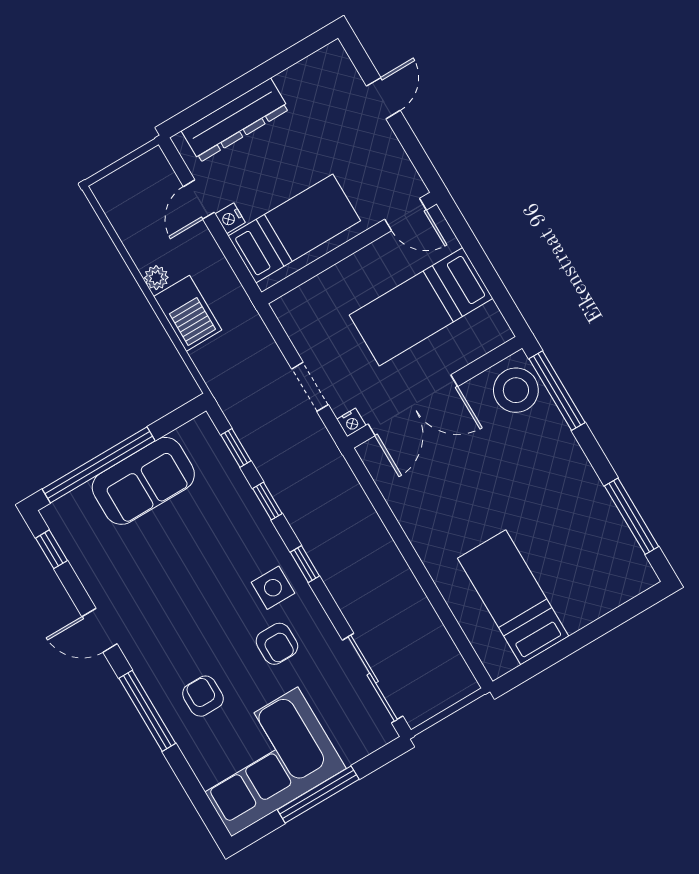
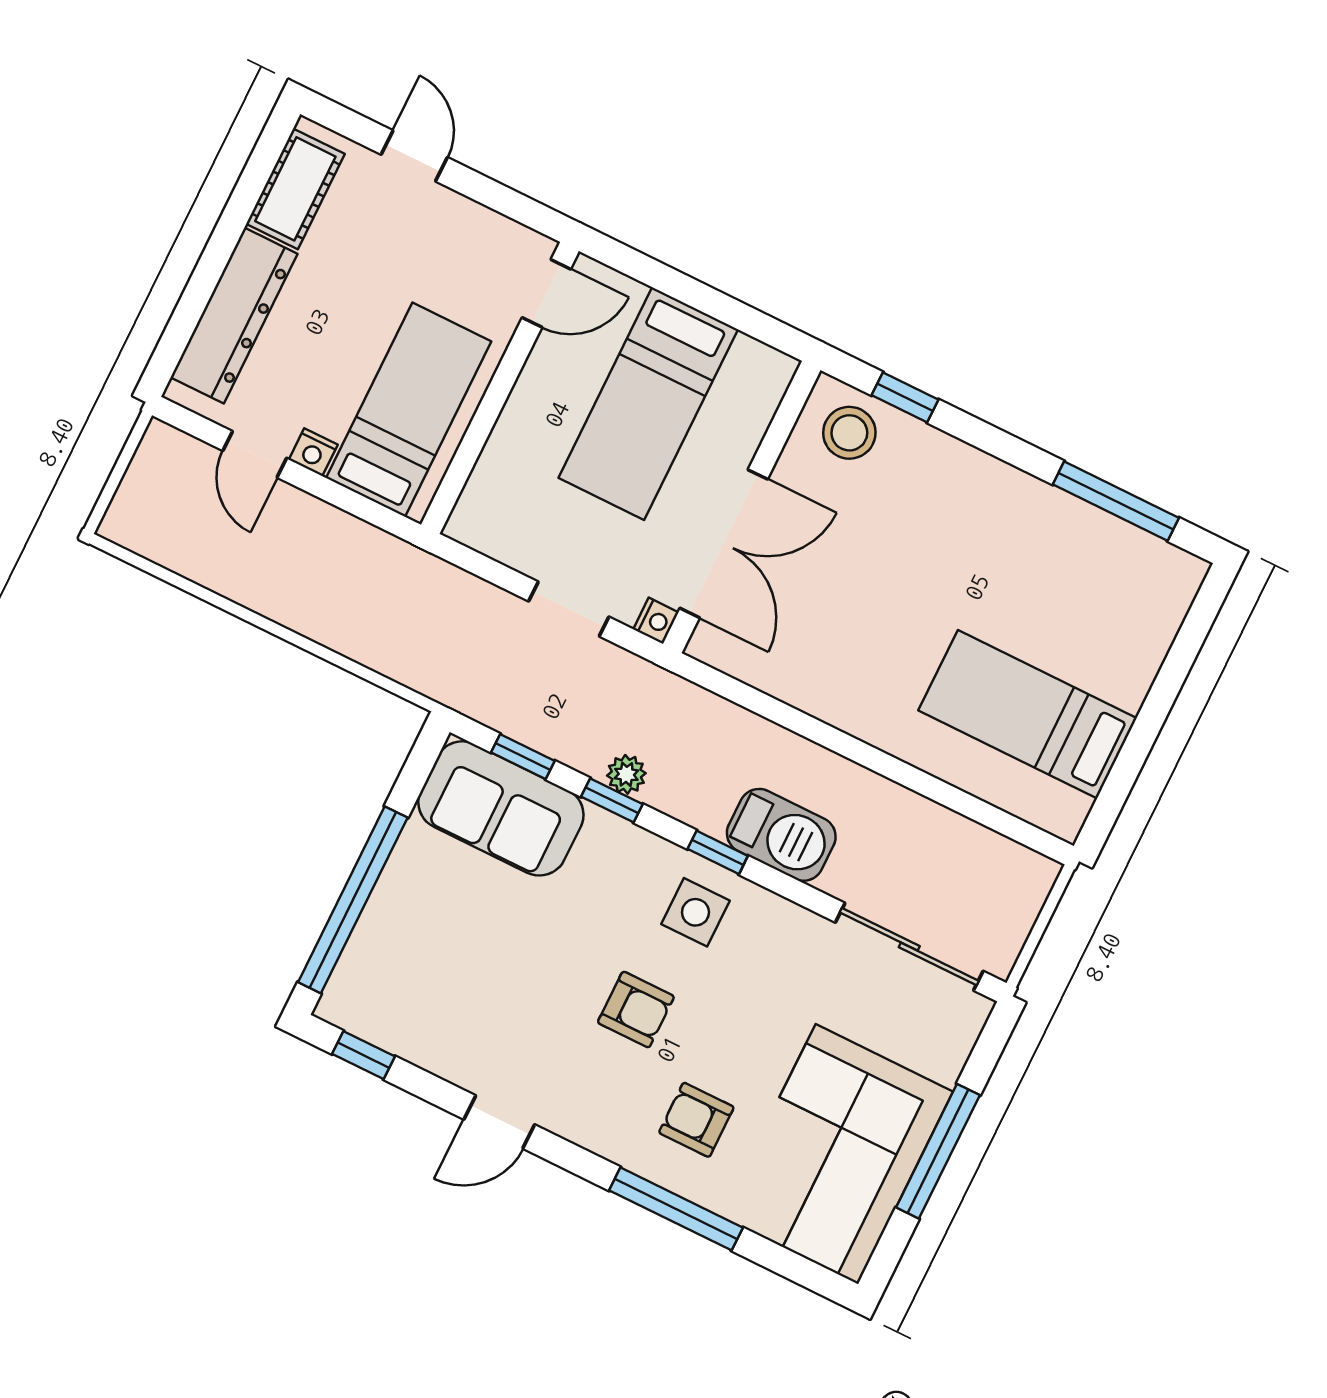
cot: (310, 75) -> (295, 189), added
plant: (156, 278) -> (626, 774), moved
barbecue: (188, 313) -> (781, 835), moved
stool: (516, 390) -> (849, 433), width x0.73, depth x0.73
window: (557, 391) -> (905, 397), width x0.46
sofa: (143, 481) -> (501, 808), moved, turned 90
armchair: (277, 644) -> (636, 1010), moved
window: (147, 711) -> (676, 1209), moved

